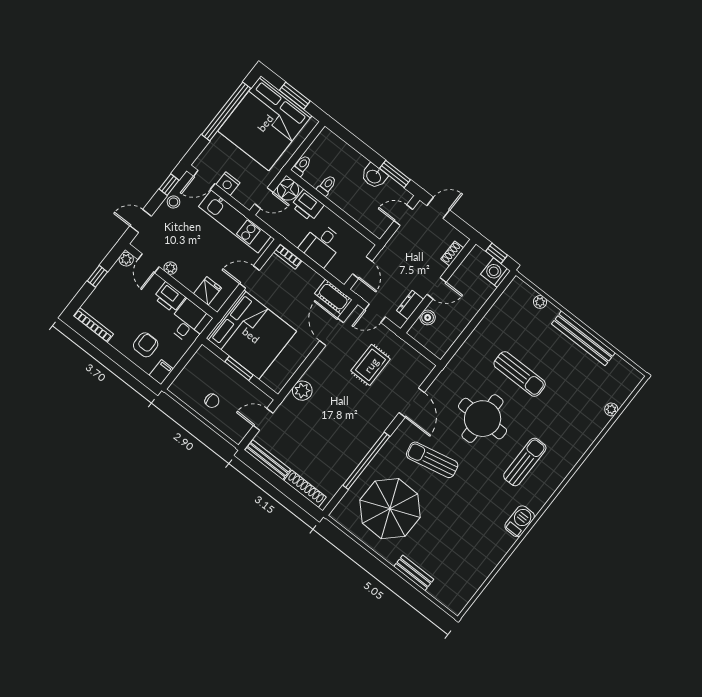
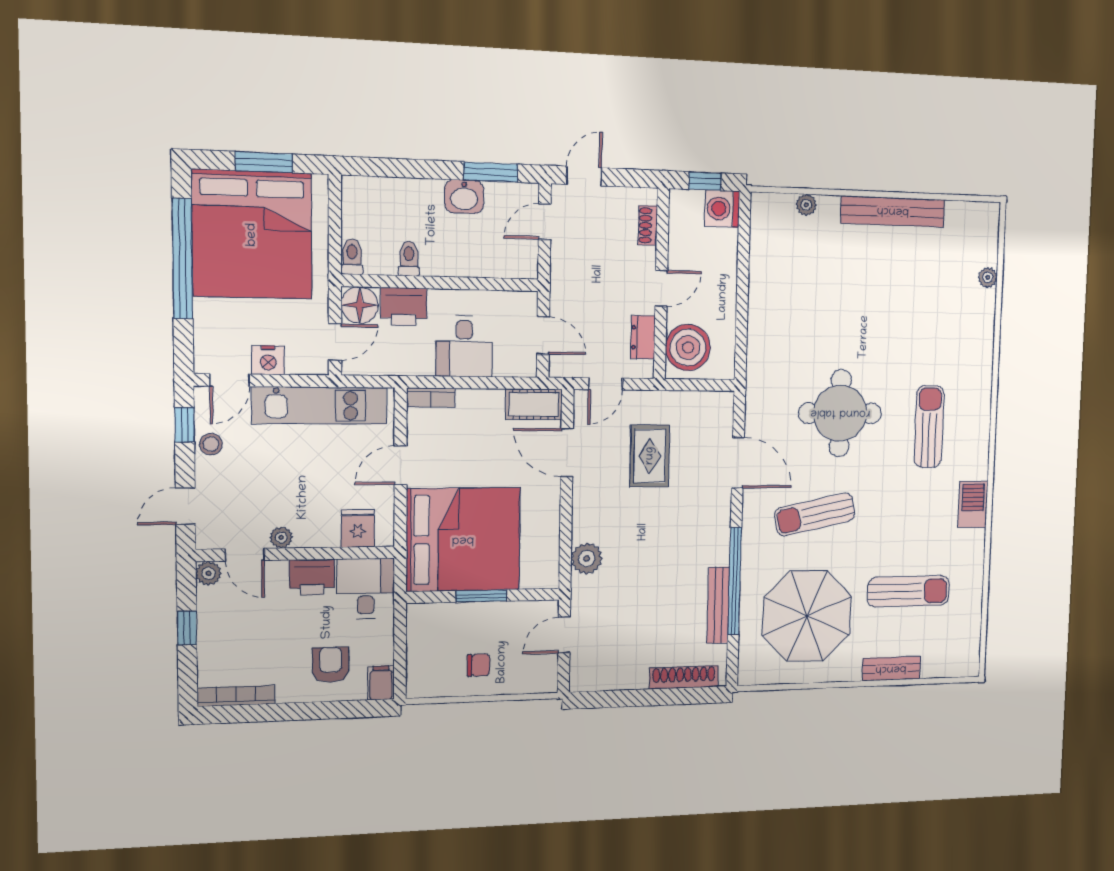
boiler: (428, 317) -> (688, 347), width x1.86, depth x1.86
sun lounger: (520, 374) -> (908, 591), moved
bench: (268, 460) -> (718, 605), moved, turned 90

